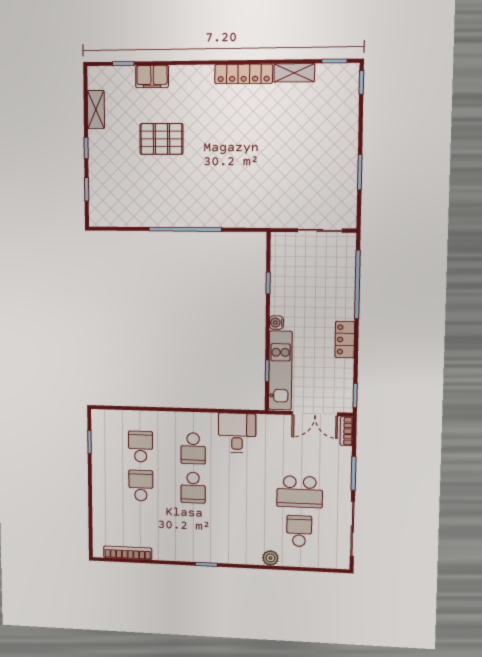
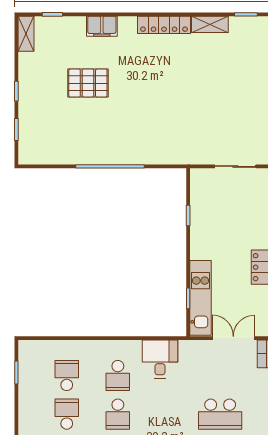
filing cabinet: (152, 77) -> (102, 26), moved
shelving: (96, 110) -> (26, 34), moved
water cooler: (276, 323) -> (196, 252), removed
double door: (315, 414) -> (233, 338), swing flipped

